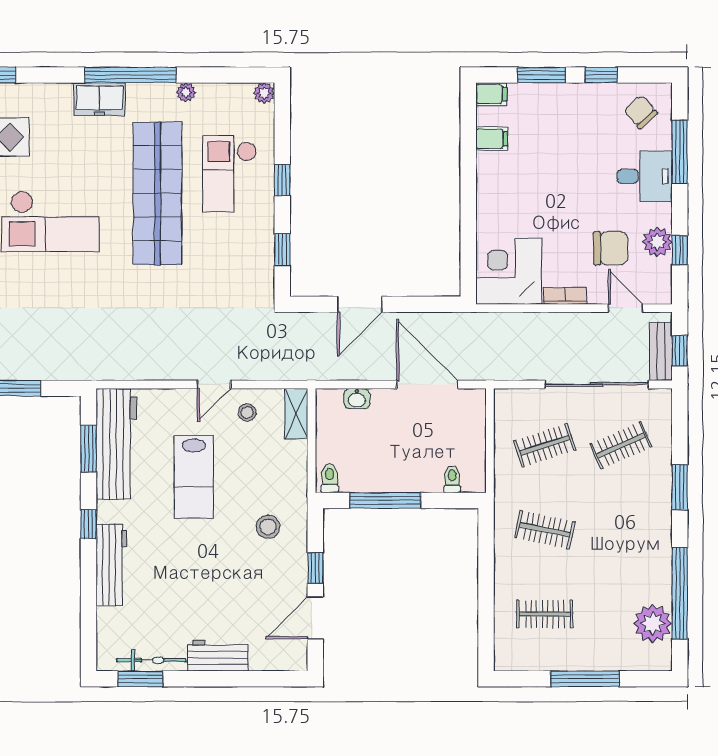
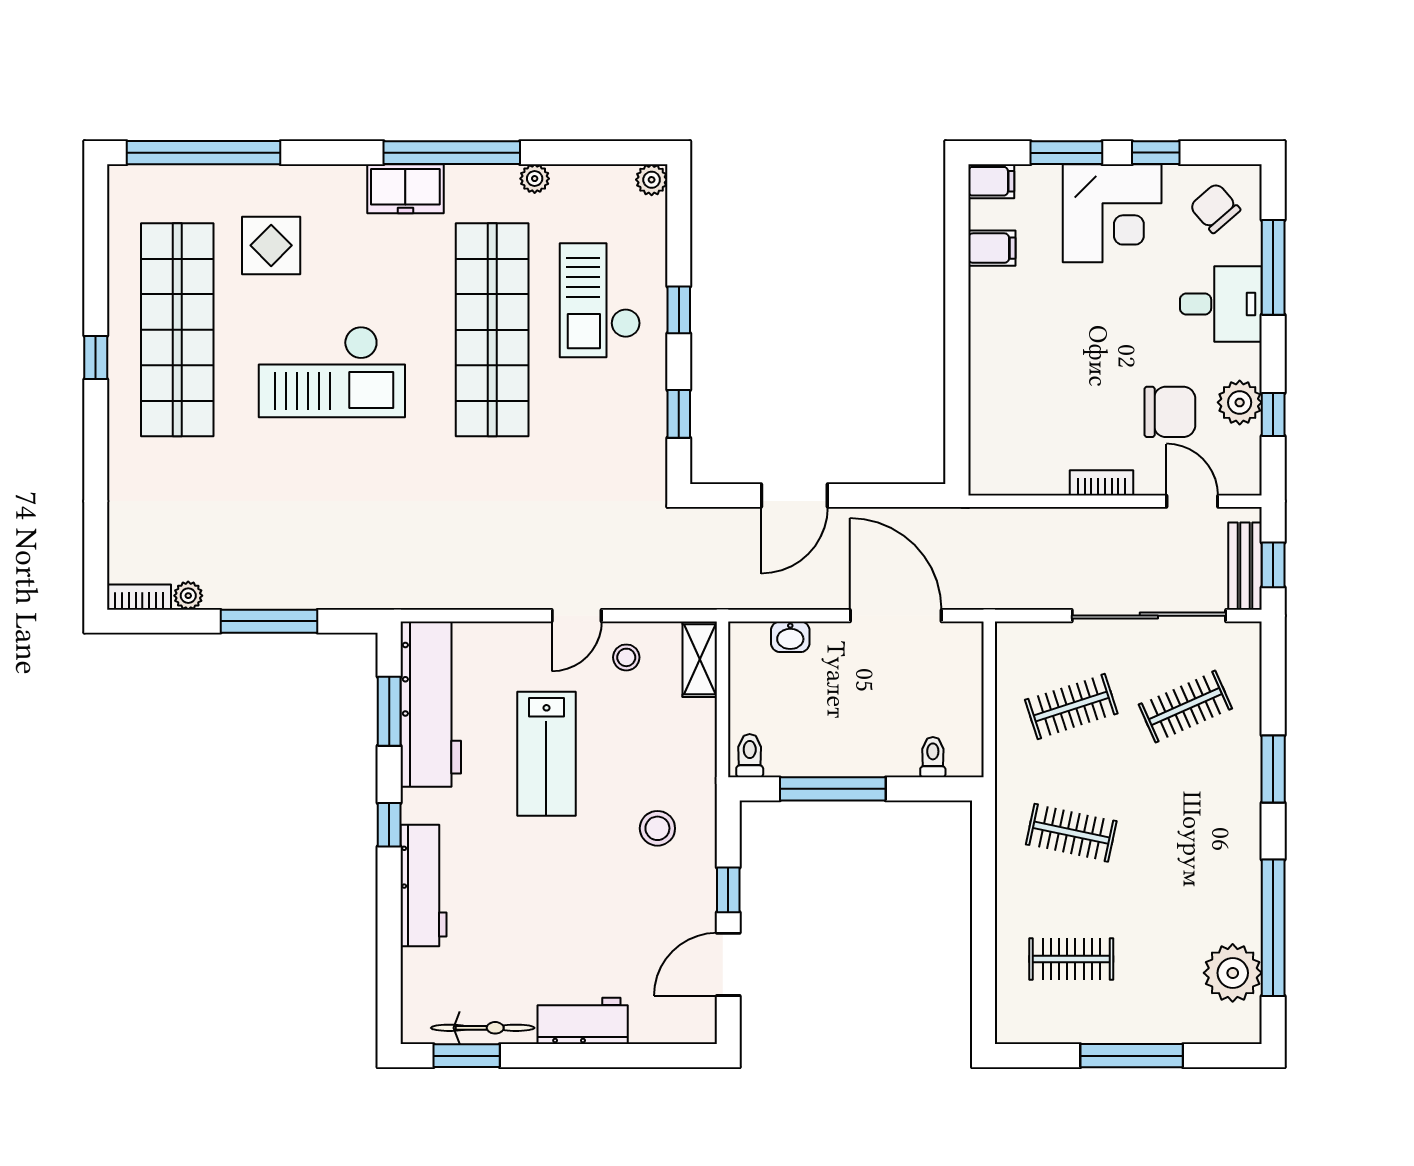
corner desk: (509, 271) -> (1112, 213), moved, turned 180

